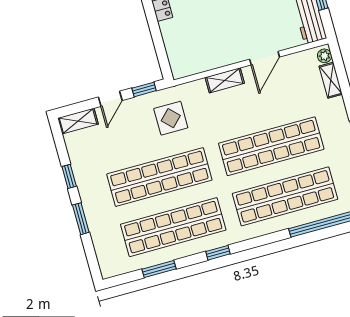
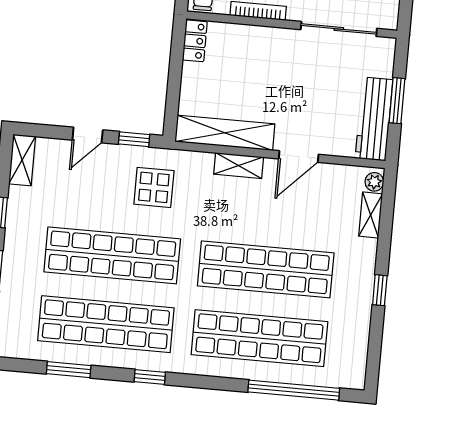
shelving: (206, 61) -> (225, 133), added
shelving: (78, 121) -> (22, 160), moved, turned 90

